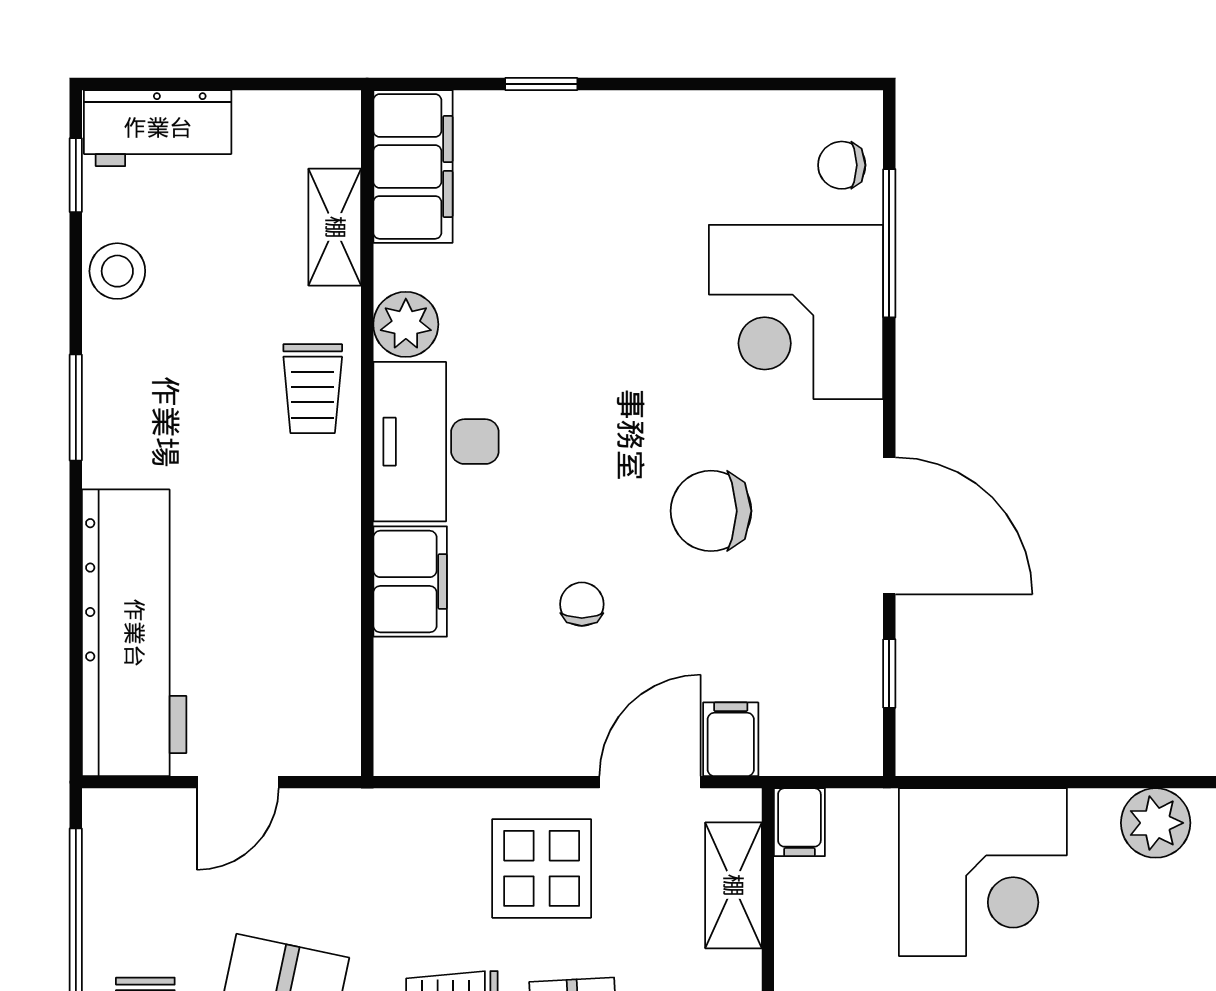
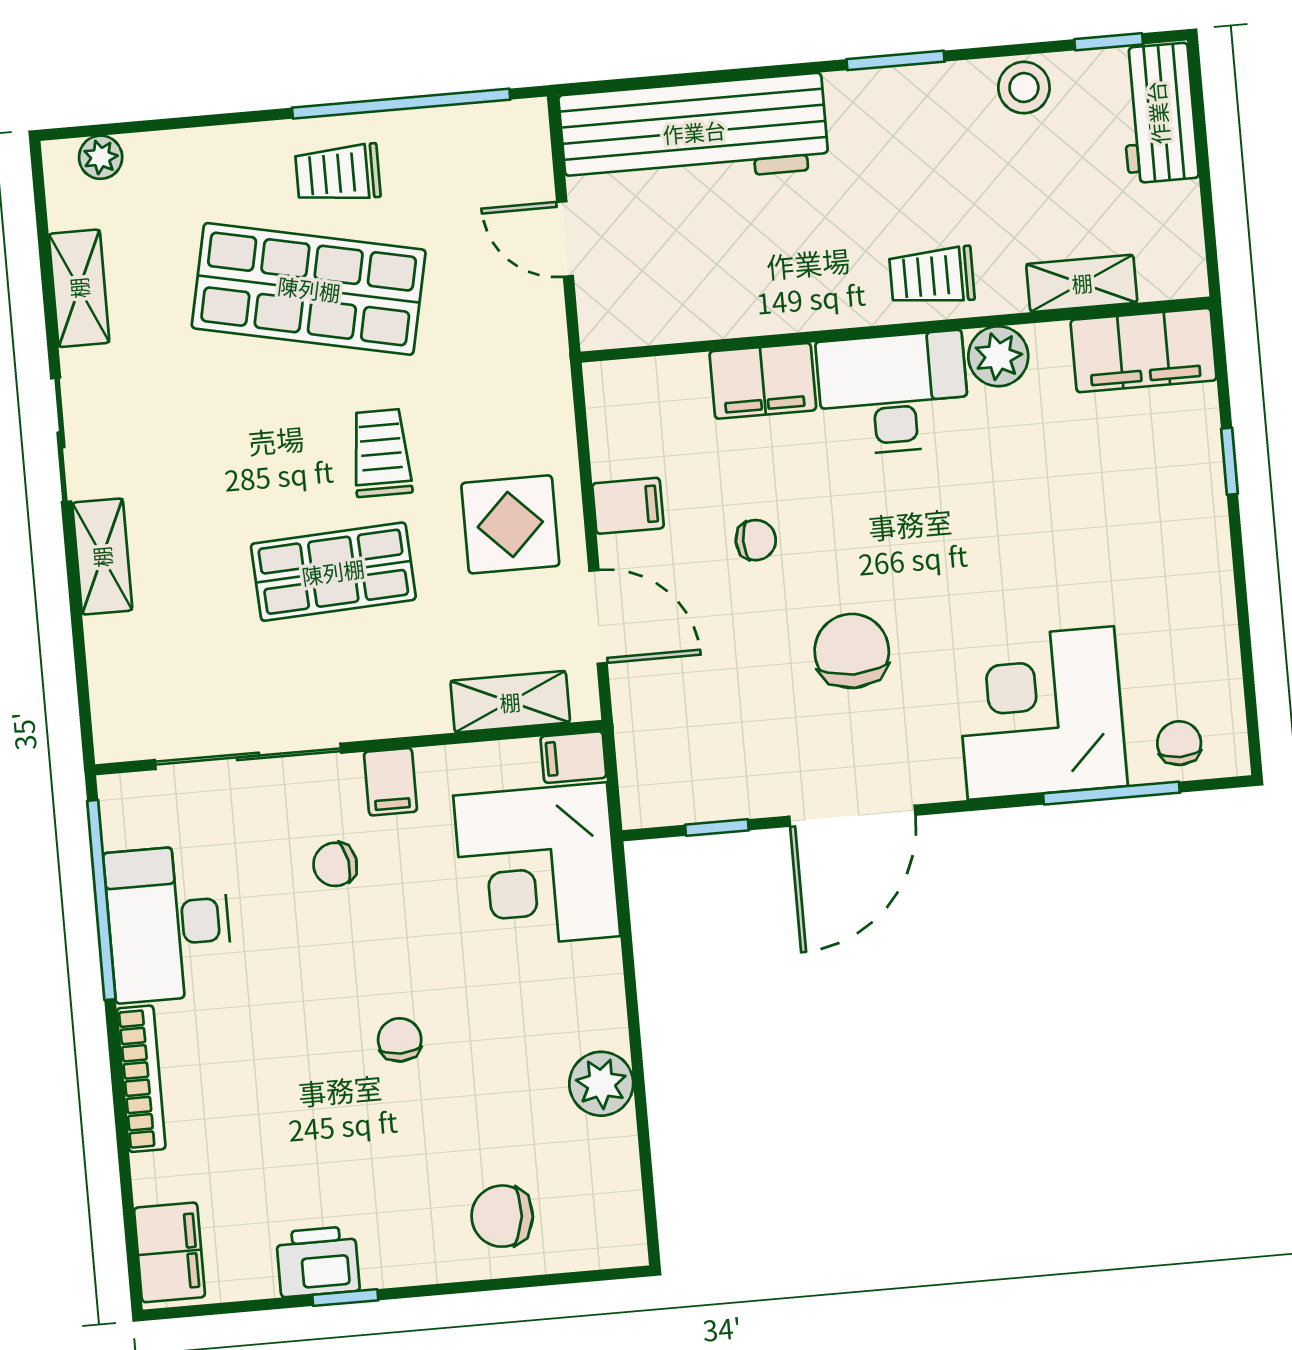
filing cabinet: (731, 739) -> (628, 506), moved
corner desk: (983, 872) -> (537, 866), moved

